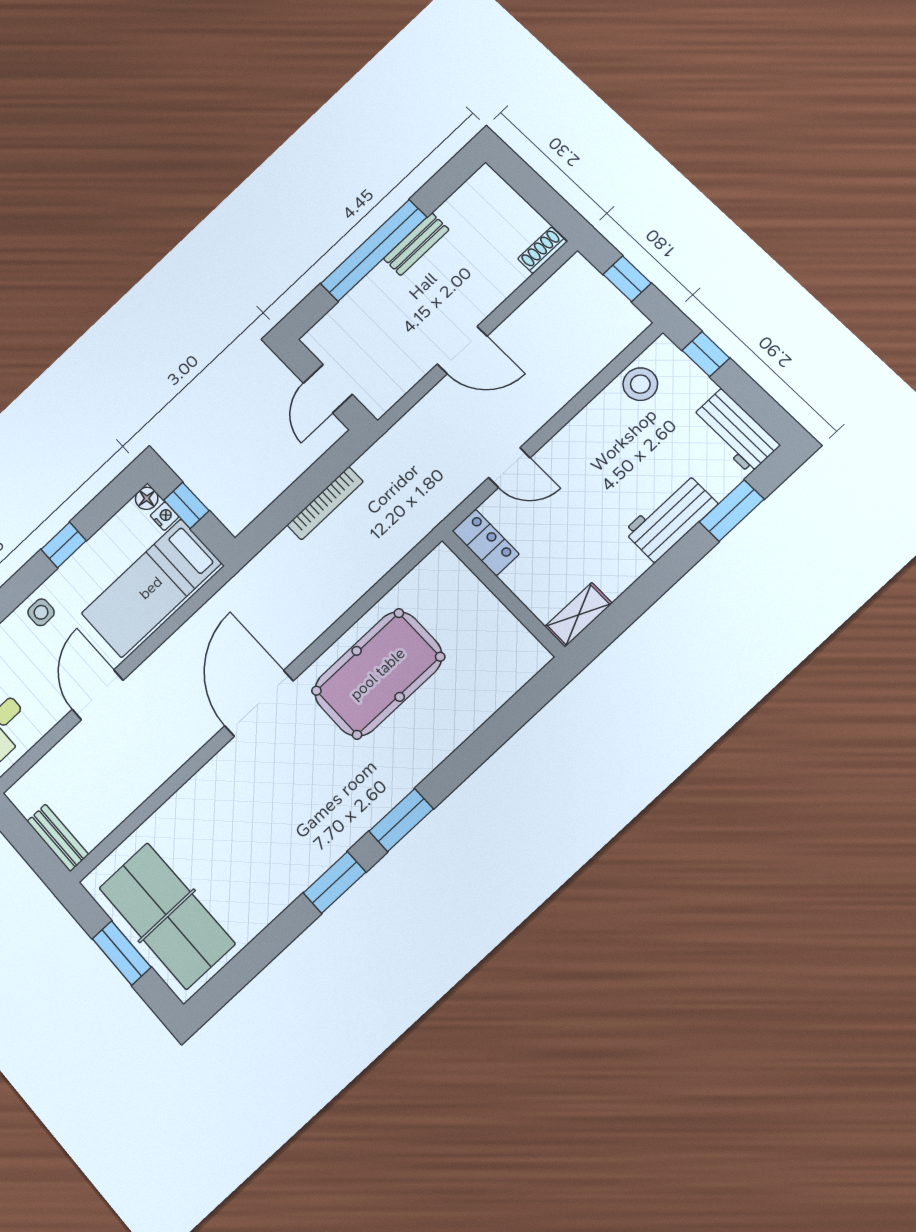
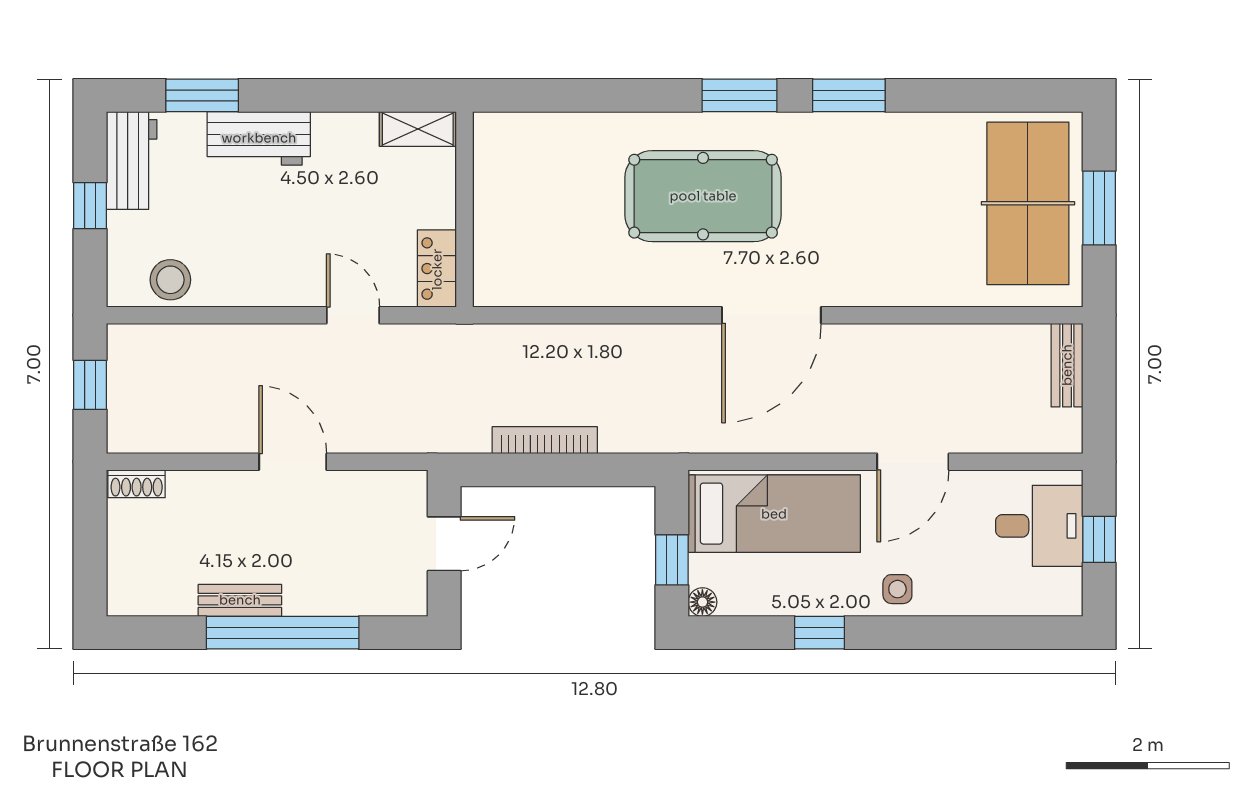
window: (706, 354) -> (90, 206), moved
nightstand: (165, 516) -> (701, 569), removed
pool table: (378, 674) -> (703, 196), moved

